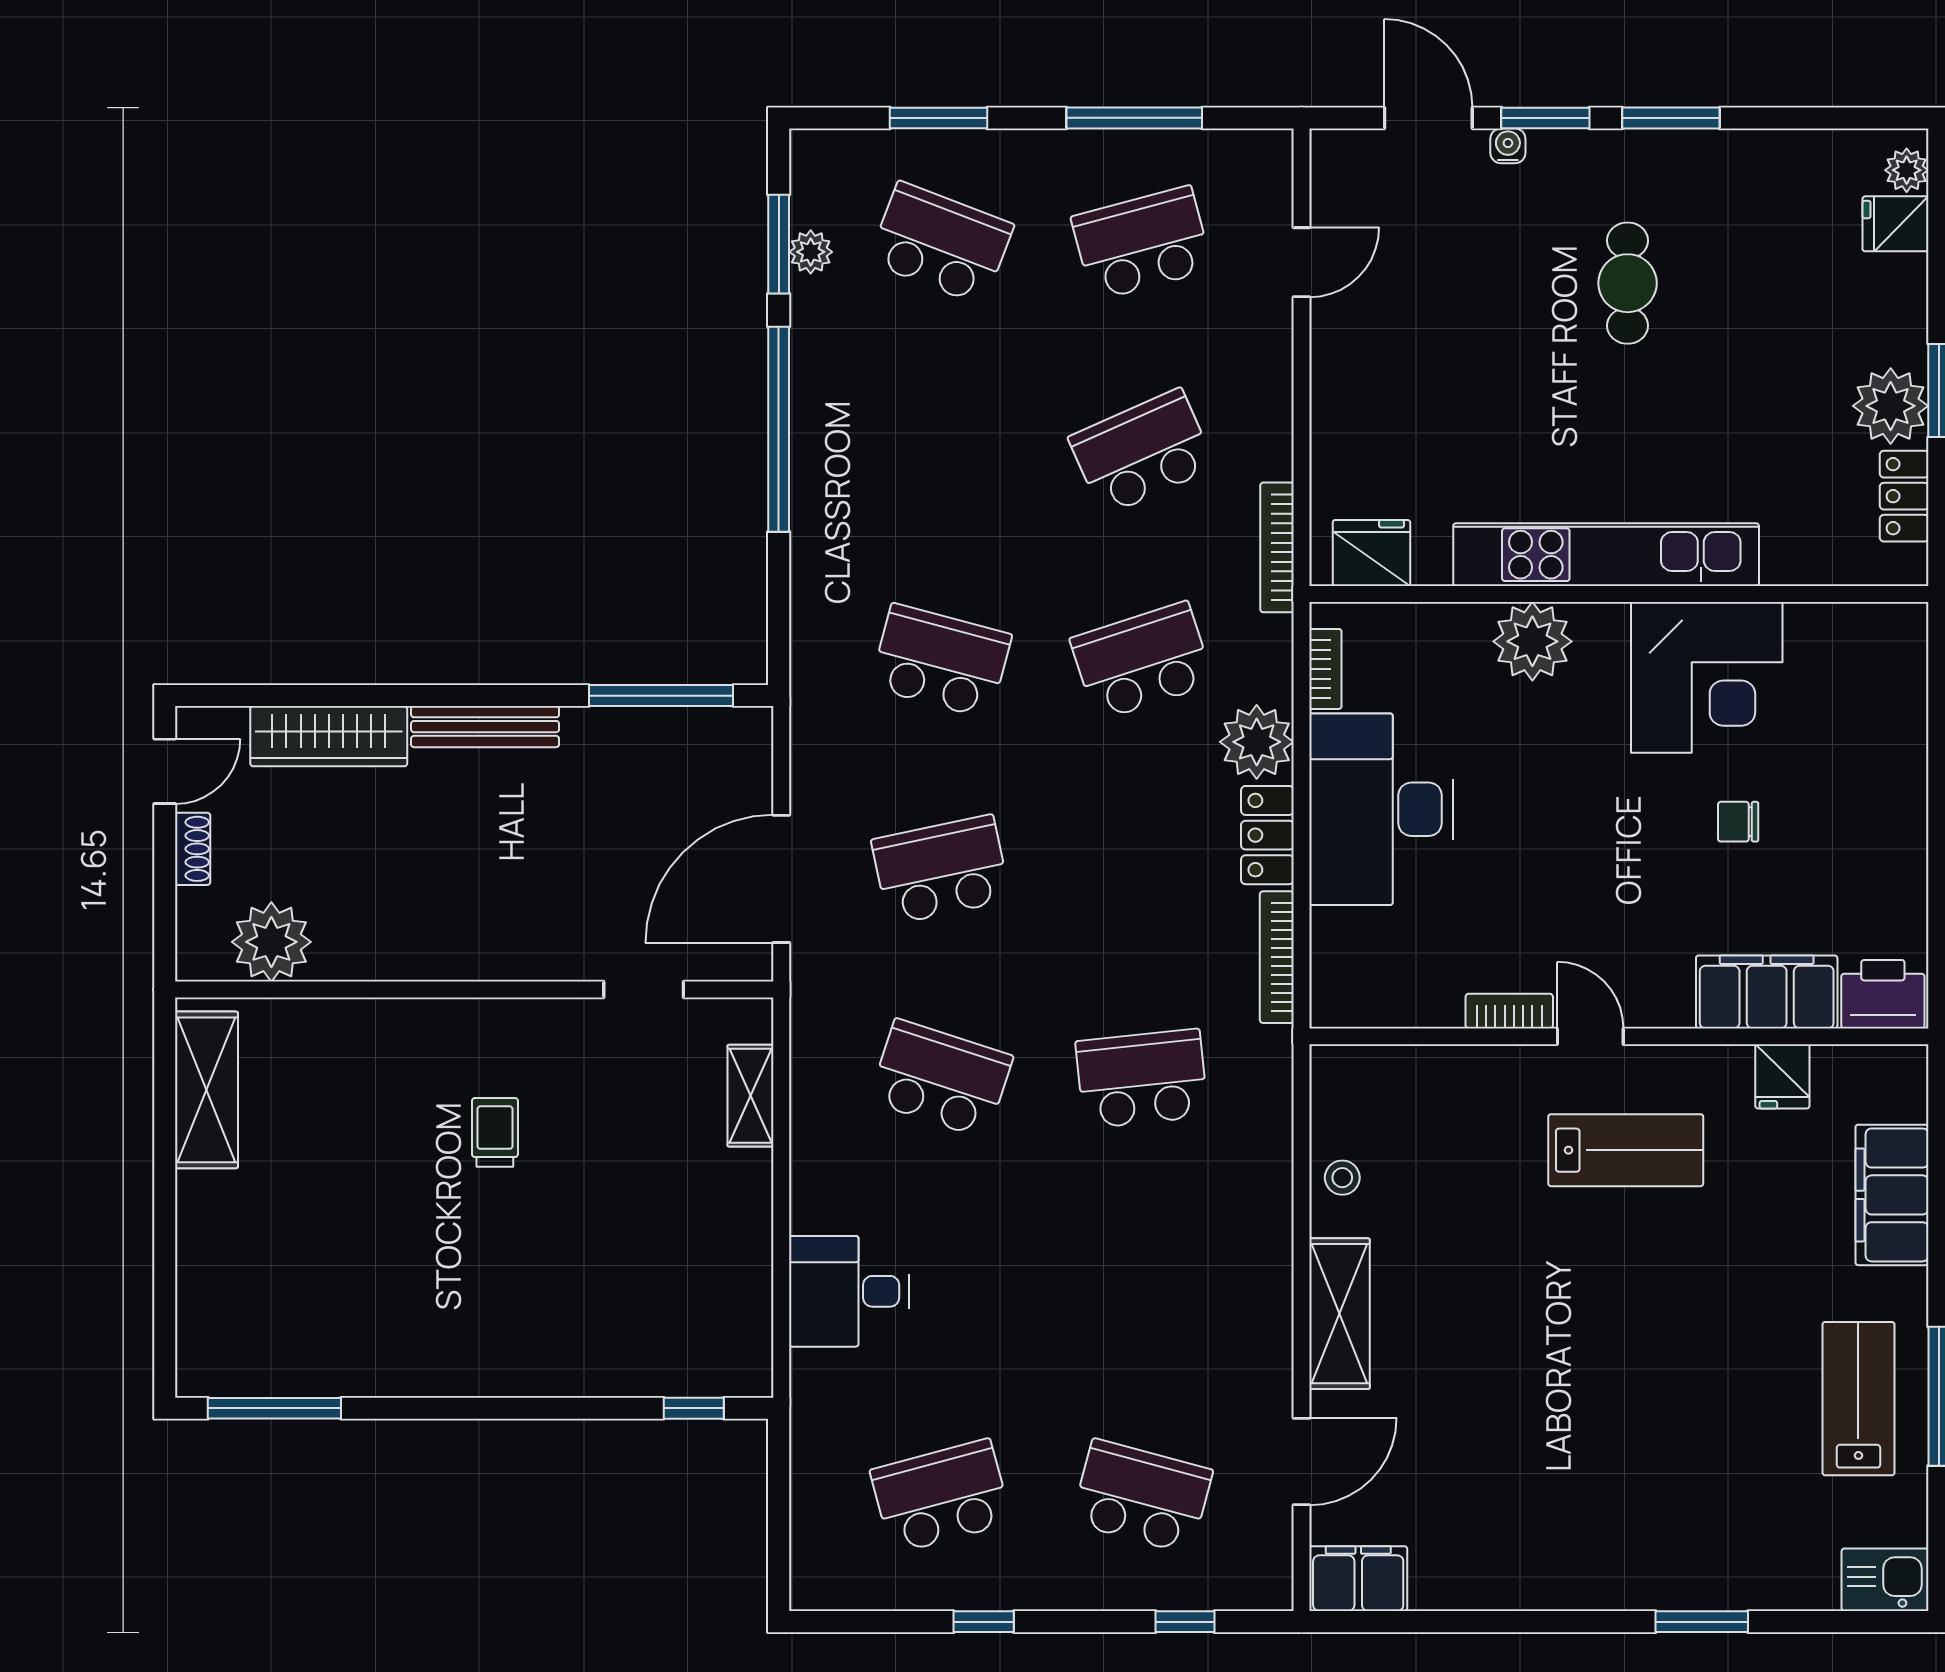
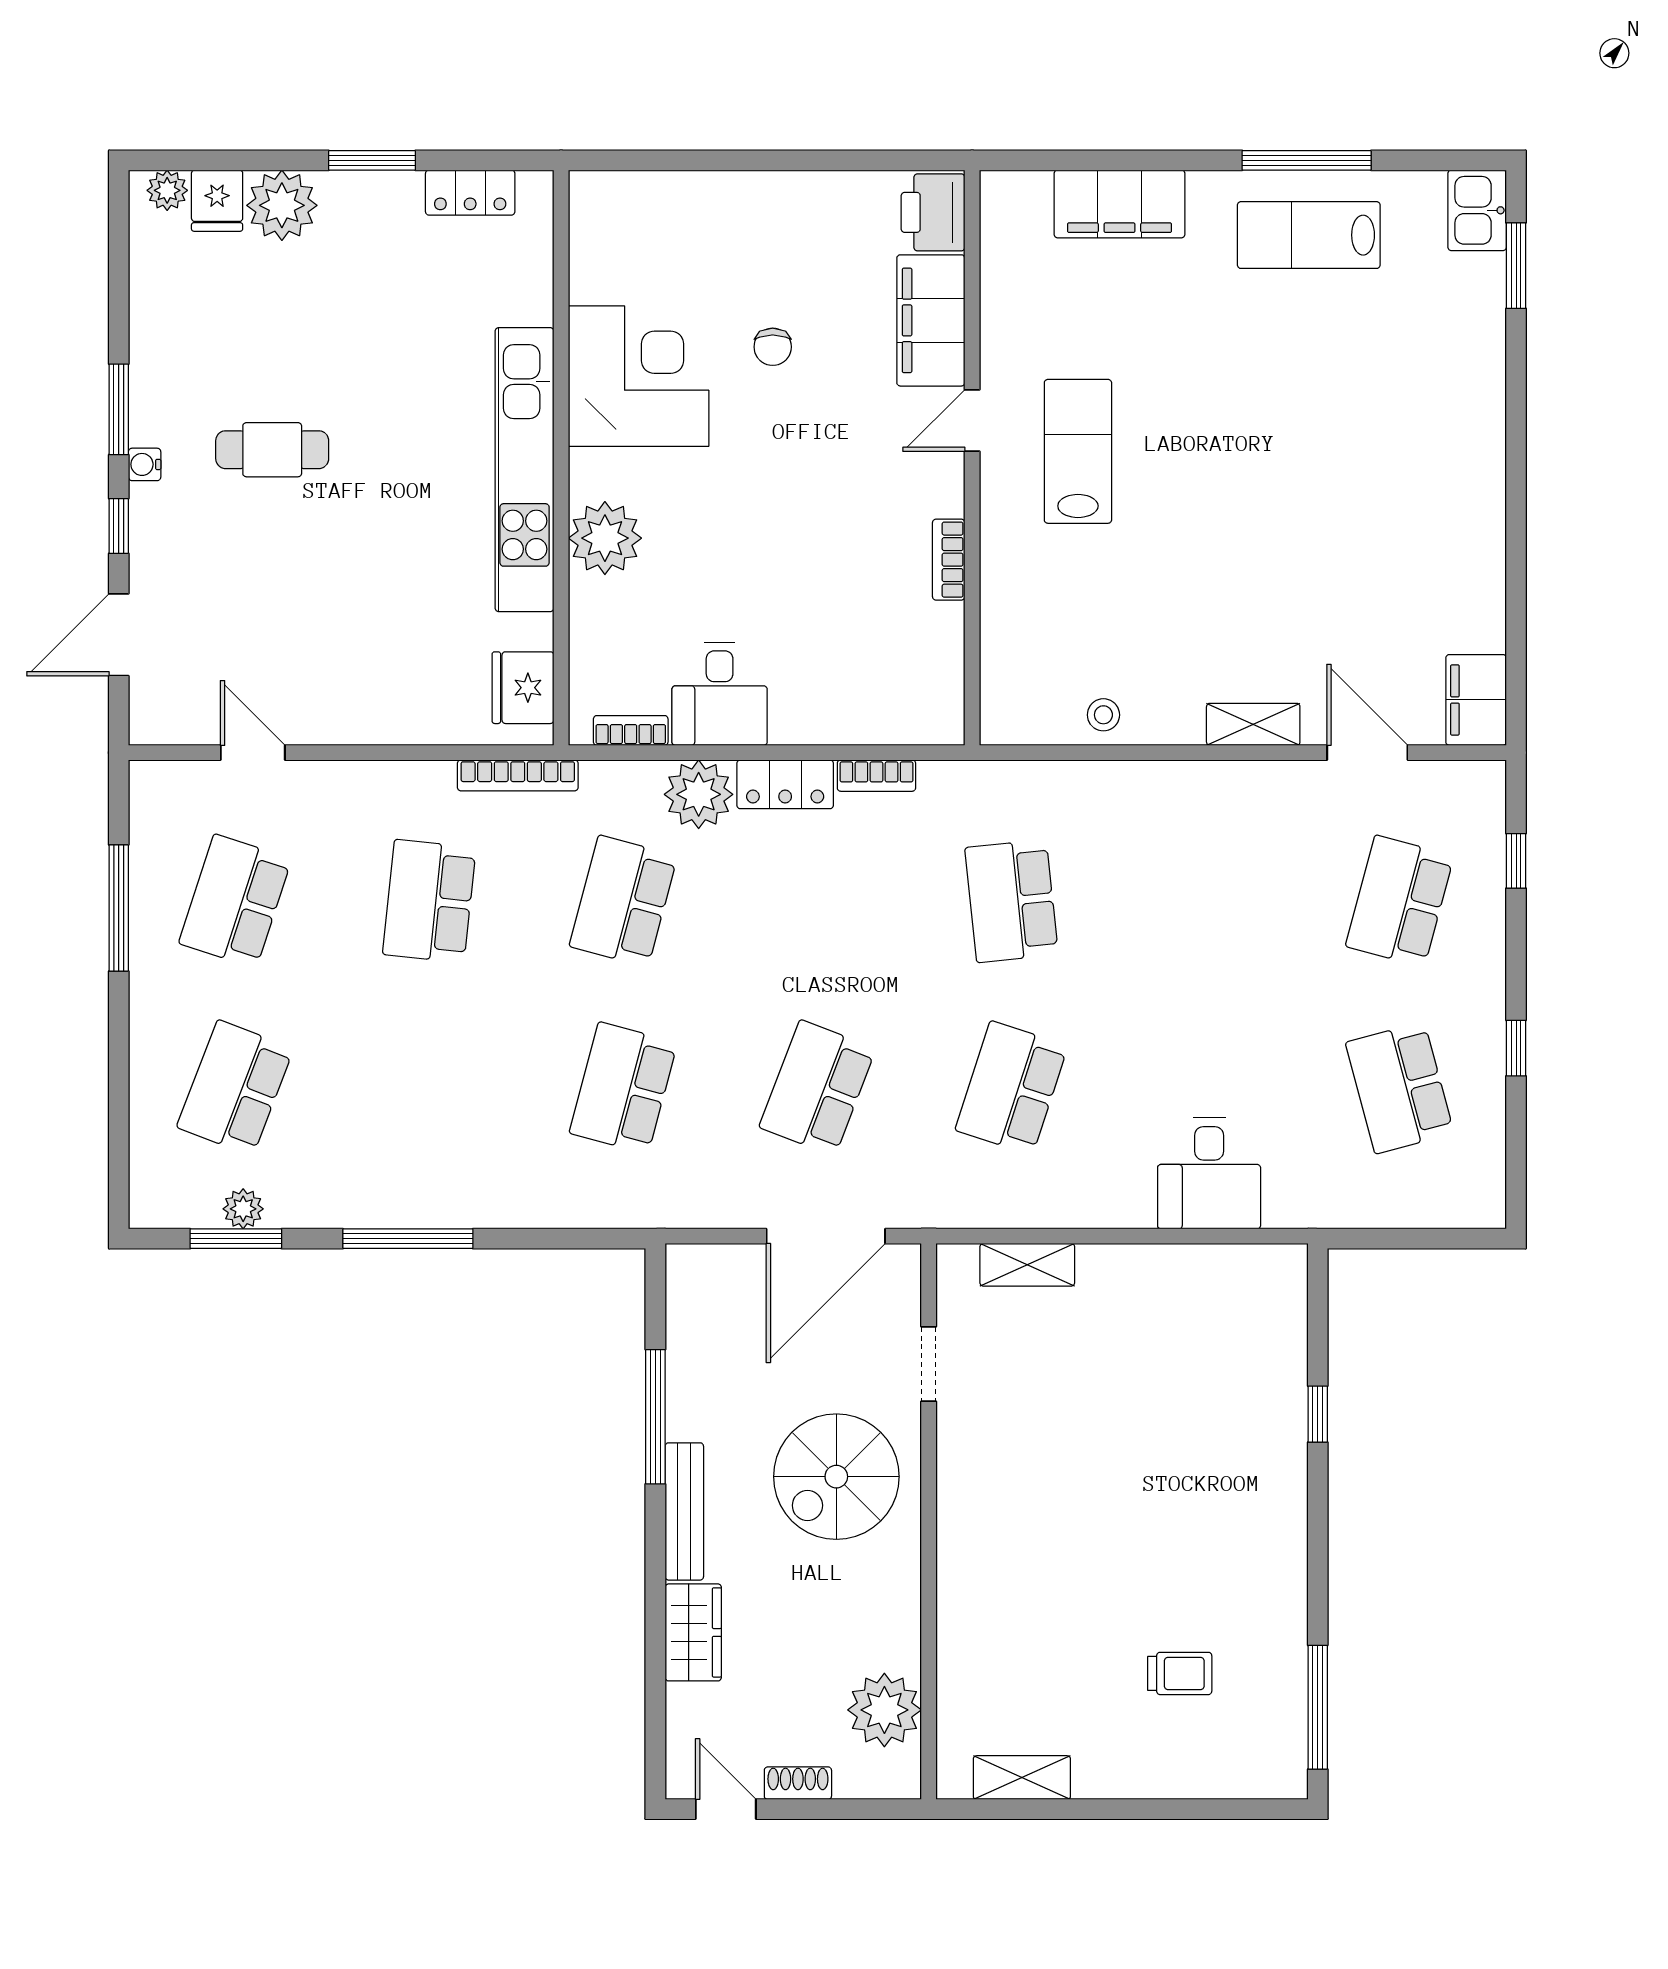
window: (938, 118) -> (119, 1090), removed
window: (1545, 118) -> (119, 526), width x0.67
water cooler: (1508, 146) -> (145, 464), moved
school desk: (1142, 243) -> (235, 901), turned 33
plant: (1891, 406) -> (282, 205), moved
window: (779, 429) -> (408, 1239), width x0.68
school desk: (1142, 452) -> (429, 901), turned 30
school desk: (1142, 661) -> (623, 901), turned 33
window: (661, 696) -> (655, 1417), moved
wardrobe: (329, 736) -> (693, 1632), width x0.67
desk: (1381, 809) -> (720, 694), width x0.53, depth x0.77
school desk: (941, 870) -> (817, 1088), turned 33
door: (781, 879) -> (826, 1236), hinge flipped
spiral stairs: (523, 890) -> (836, 1477), added
bookcase: (1277, 957) -> (876, 776), width x0.64
door: (1590, 1036) -> (972, 420), moved
fridge: (1782, 1076) -> (1009, 306), removed
shelving: (206, 1090) -> (1022, 1778), width x0.67, depth x0.75
trolley: (495, 1132) -> (1180, 1673), moved, turned 180
shelving: (1340, 1314) -> (1253, 724), width x0.67, depth x0.75
window: (694, 1408) -> (1318, 1414), moved
window: (1702, 1622) -> (1516, 266), moved

